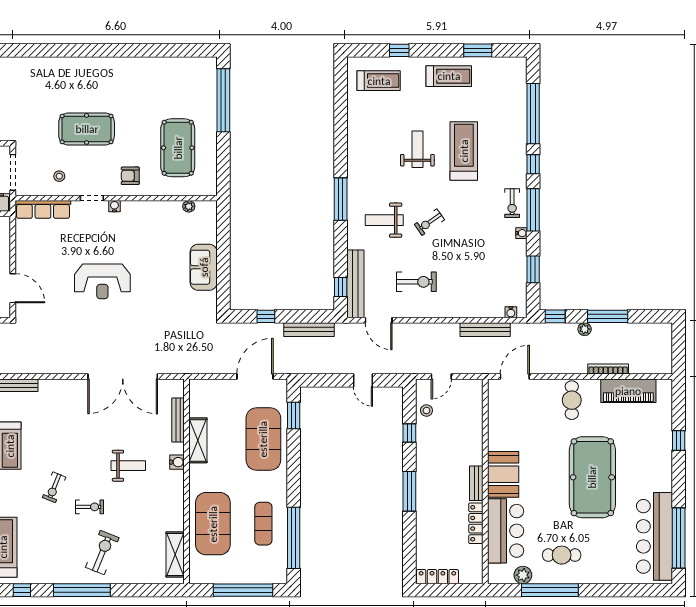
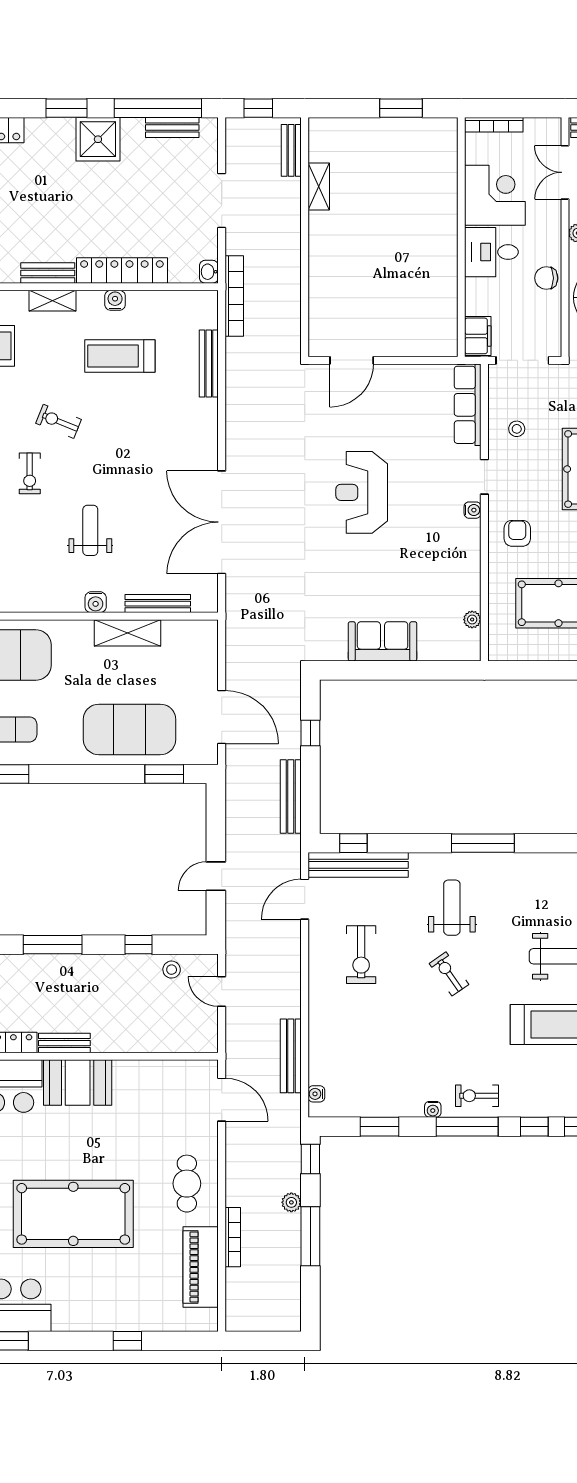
cafe table: (572, 400) -> (187, 1184), turned 90
weight bench: (128, 466) -> (90, 530), turned 180

